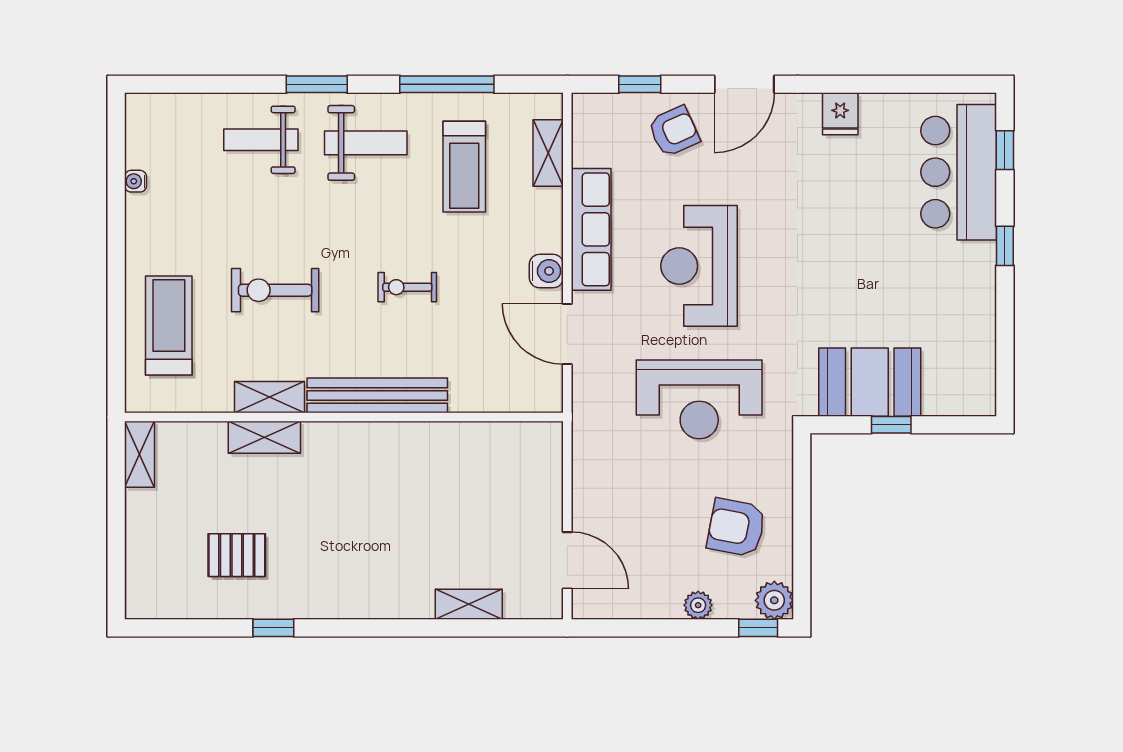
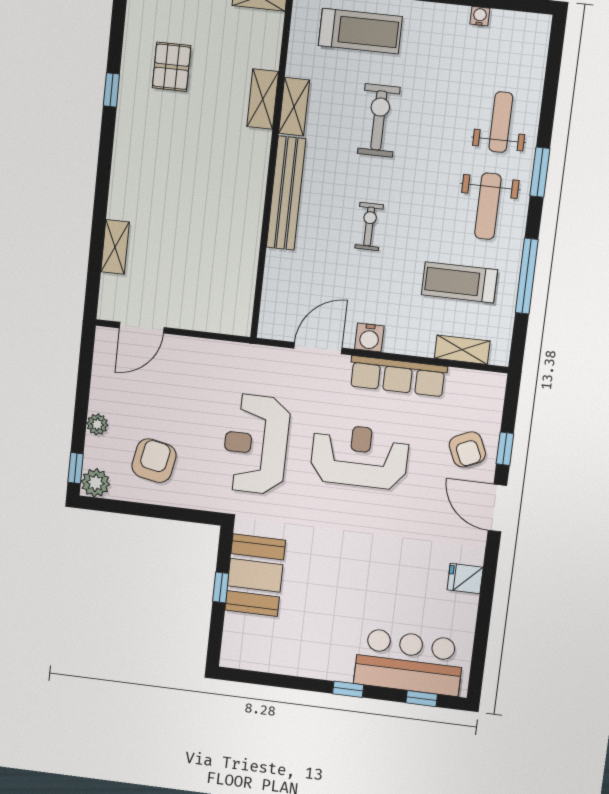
window: (640, 84) -> (505, 449), moved

